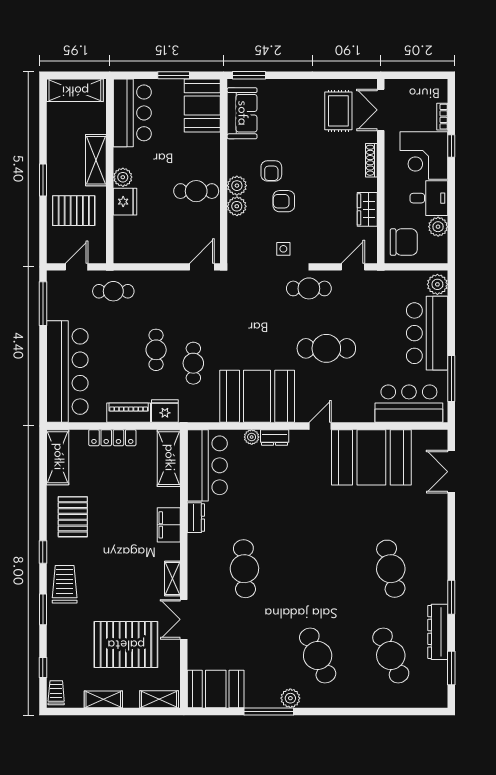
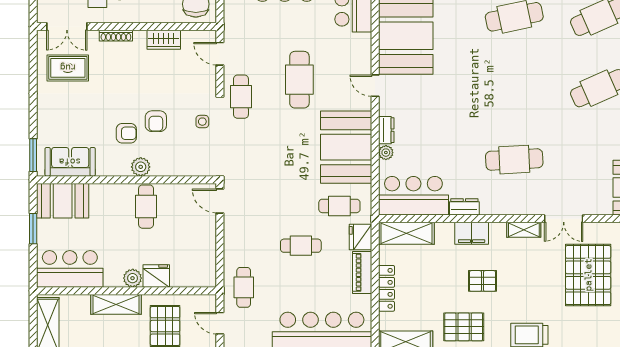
plant: (237, 206) -> (161, 167), removed
cafe table: (193, 363) -> (339, 206), moved
pallet: (120, 536) -> (482, 281), added

